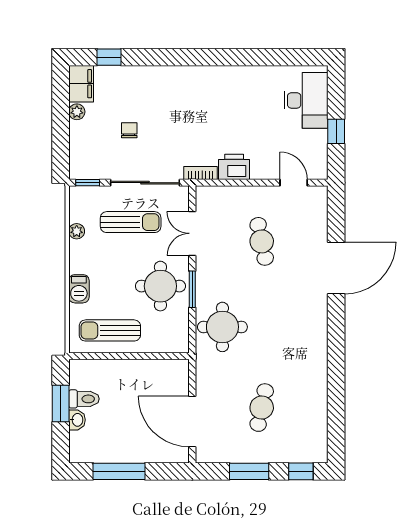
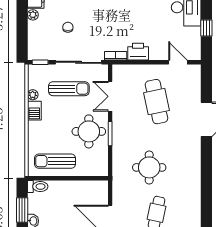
cafe table: (262, 241) -> (156, 102), width x1.37, depth x1.35
barbecue: (79, 289) -> (34, 111), moved
round table: (222, 327) -> (149, 167), moved
toilet: (84, 399) -> (38, 186), moved

